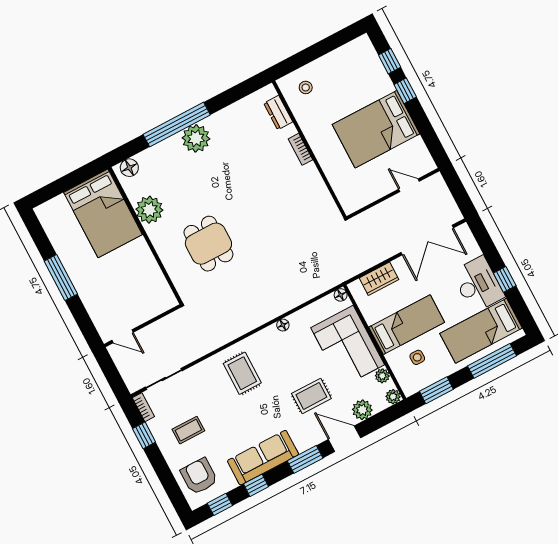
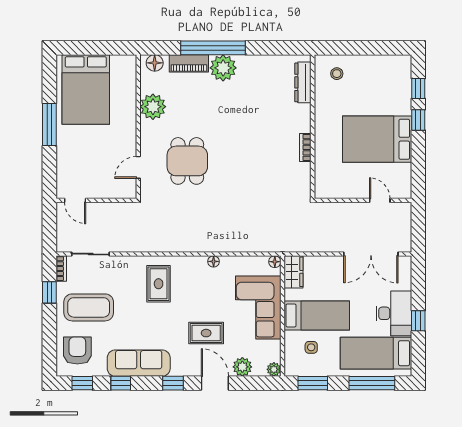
dresser: (278, 113) -> (303, 82), width x1.44
bookcase: (300, 149) -> (305, 147), moved
piano: (162, 151) -> (189, 63), added
bed: (103, 213) -> (86, 89), moved
door: (166, 274) -> (138, 167), added
wardrobe: (379, 279) -> (293, 272), moved, turned -90
plant: (382, 376) -> (274, 347), removed
coffee table: (188, 430) -> (89, 307), width x1.86, depth x1.72
window: (305, 459) -> (173, 383), width x0.67

